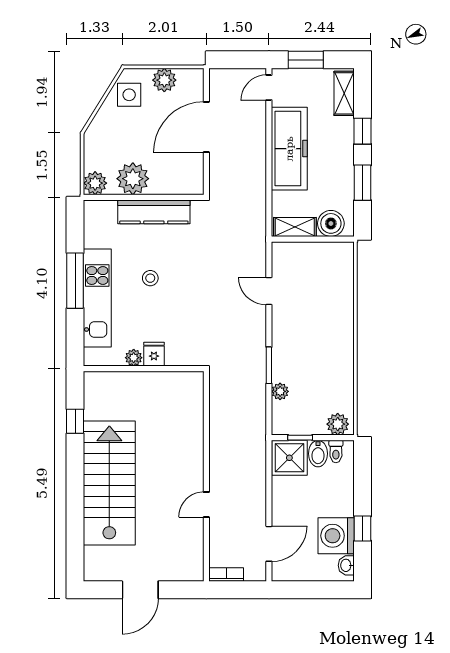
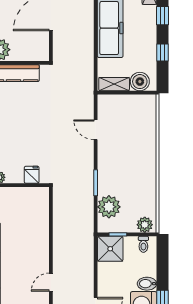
window: (363, 183) -> (162, 52), width x0.67
stool: (150, 278) -> (11, 121), removed
fridge: (154, 354) -> (32, 175), moved
plant: (280, 391) -> (109, 207), width x1.87, depth x1.87
bidet: (318, 454) -> (147, 284), moved, turned 90

